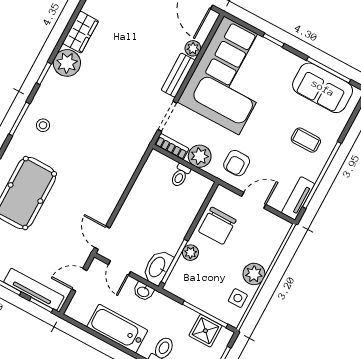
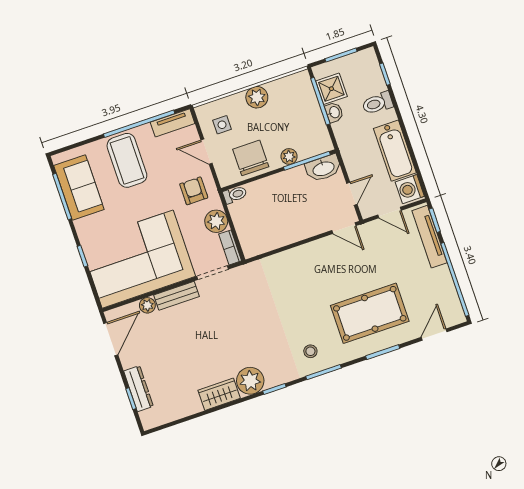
coffee table: (306, 140) -> (127, 160), width x1.86, depth x1.72
armchair: (237, 163) -> (194, 191), turned -90
toilet: (180, 175) -> (235, 195), moved
chair: (217, 226) -> (251, 158), turned -90
door: (102, 238) -> (344, 228), hinge flipped
washbasin: (143, 291) -> (334, 112), moved
side table: (238, 298) -> (222, 125), moved
washing machine: (80, 311) -> (410, 189), added

